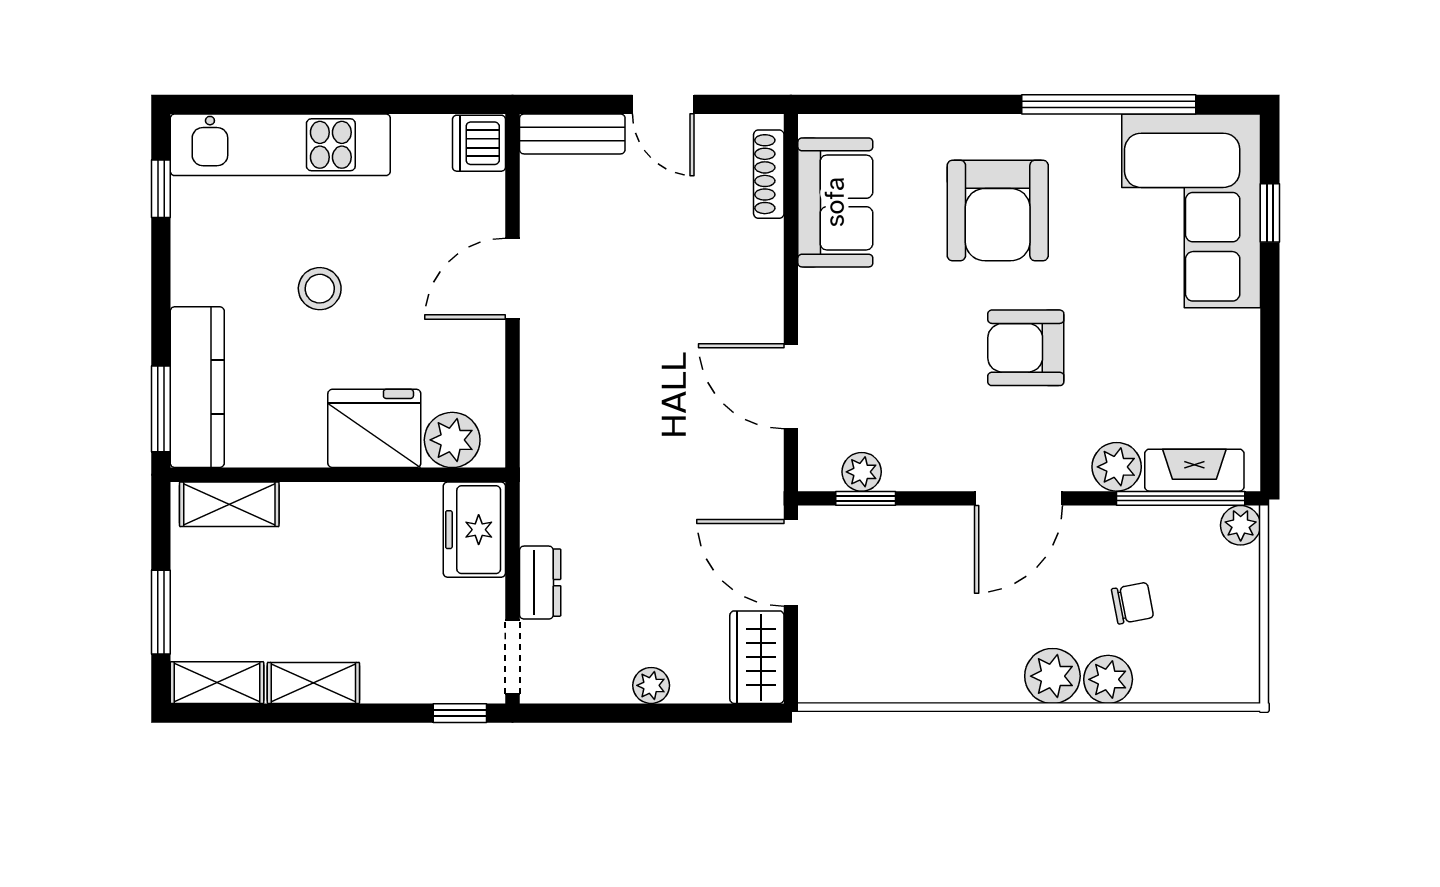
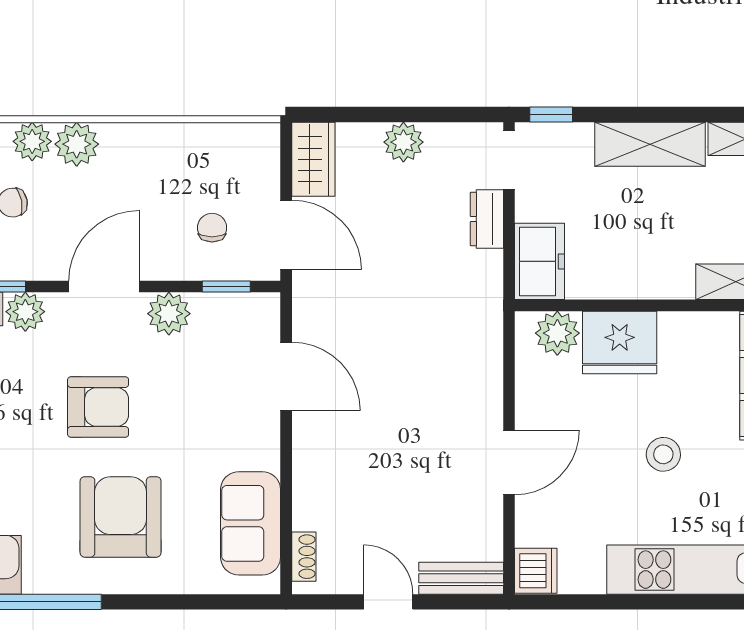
shoe rack: (769, 174) -> (304, 557), width x0.70
plant: (862, 472) -> (169, 314), moved, width x1.38, depth x1.38
chair: (883, 572) -> (212, 228), added
shelving: (313, 683) -> (650, 144), width x1.50, depth x1.33
plant: (651, 685) -> (403, 142), width x1.38, depth x1.38

